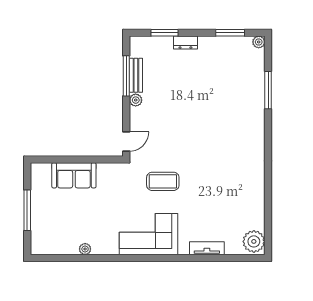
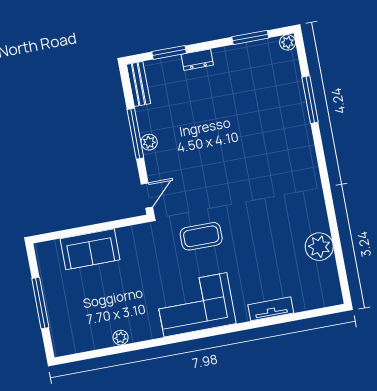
bench: (136, 75) -> (139, 84), moved
window: (126, 76) -> (135, 134), moved
plant: (254, 241) -> (319, 247), moved

